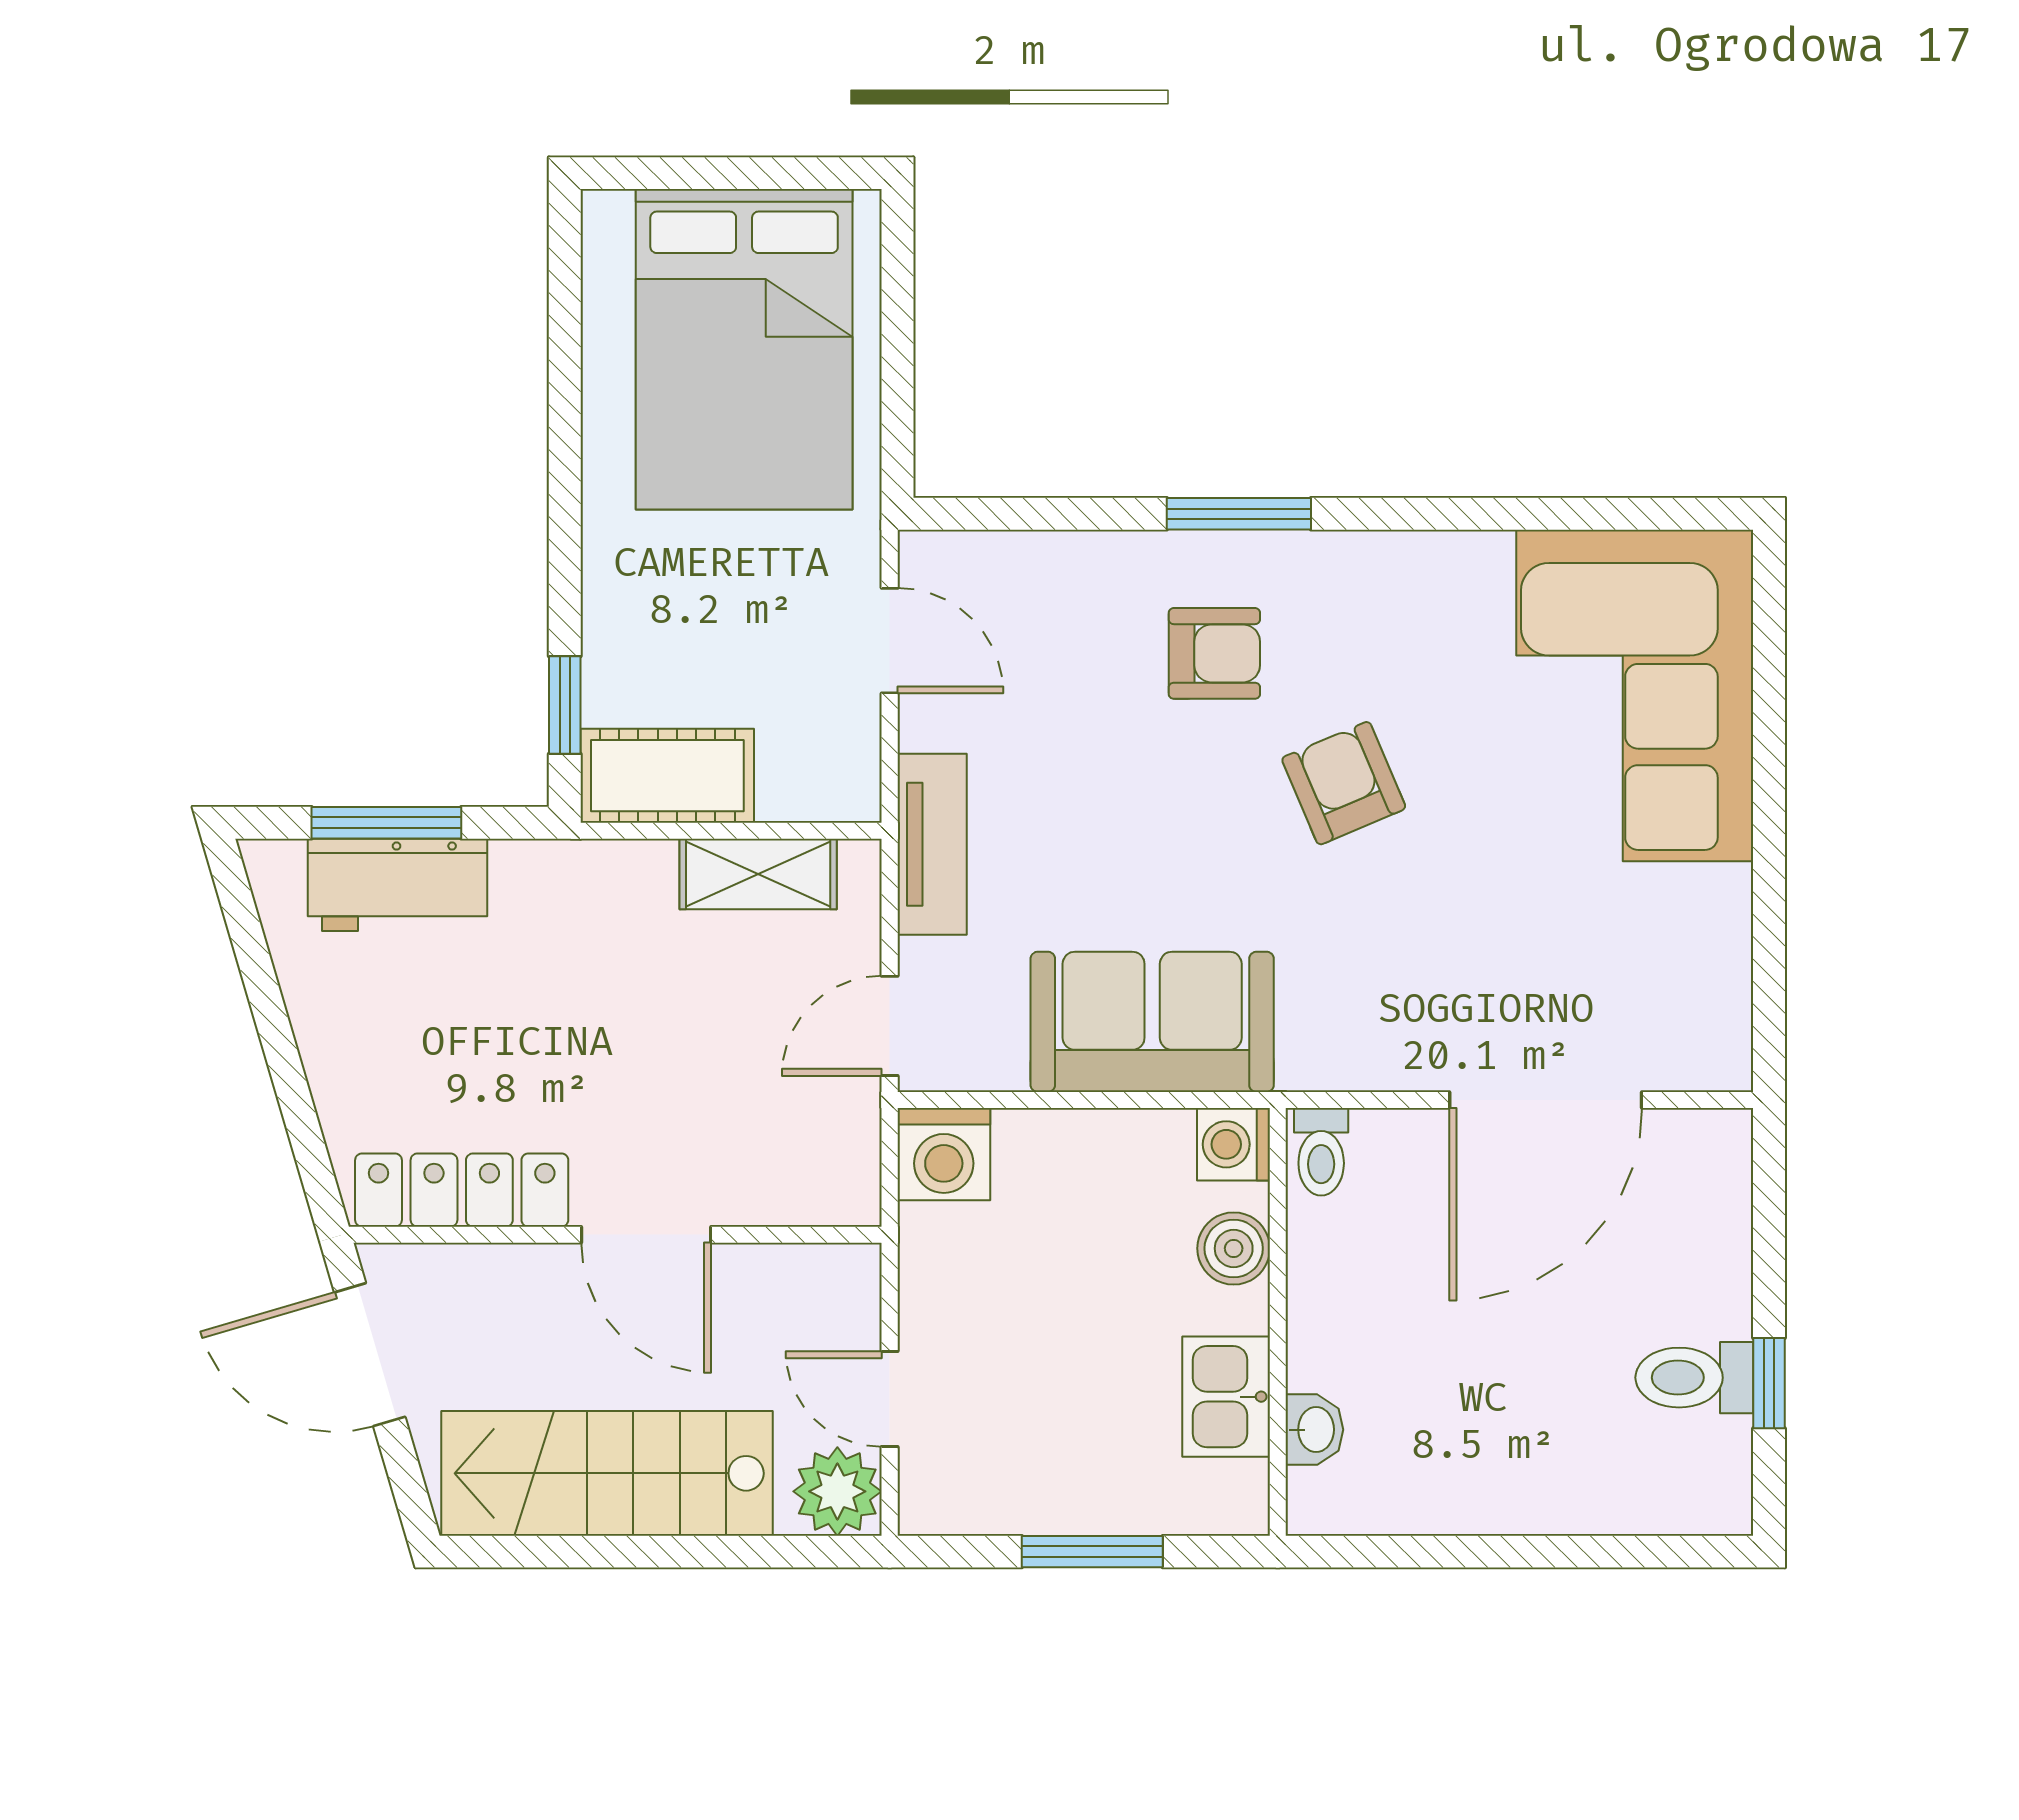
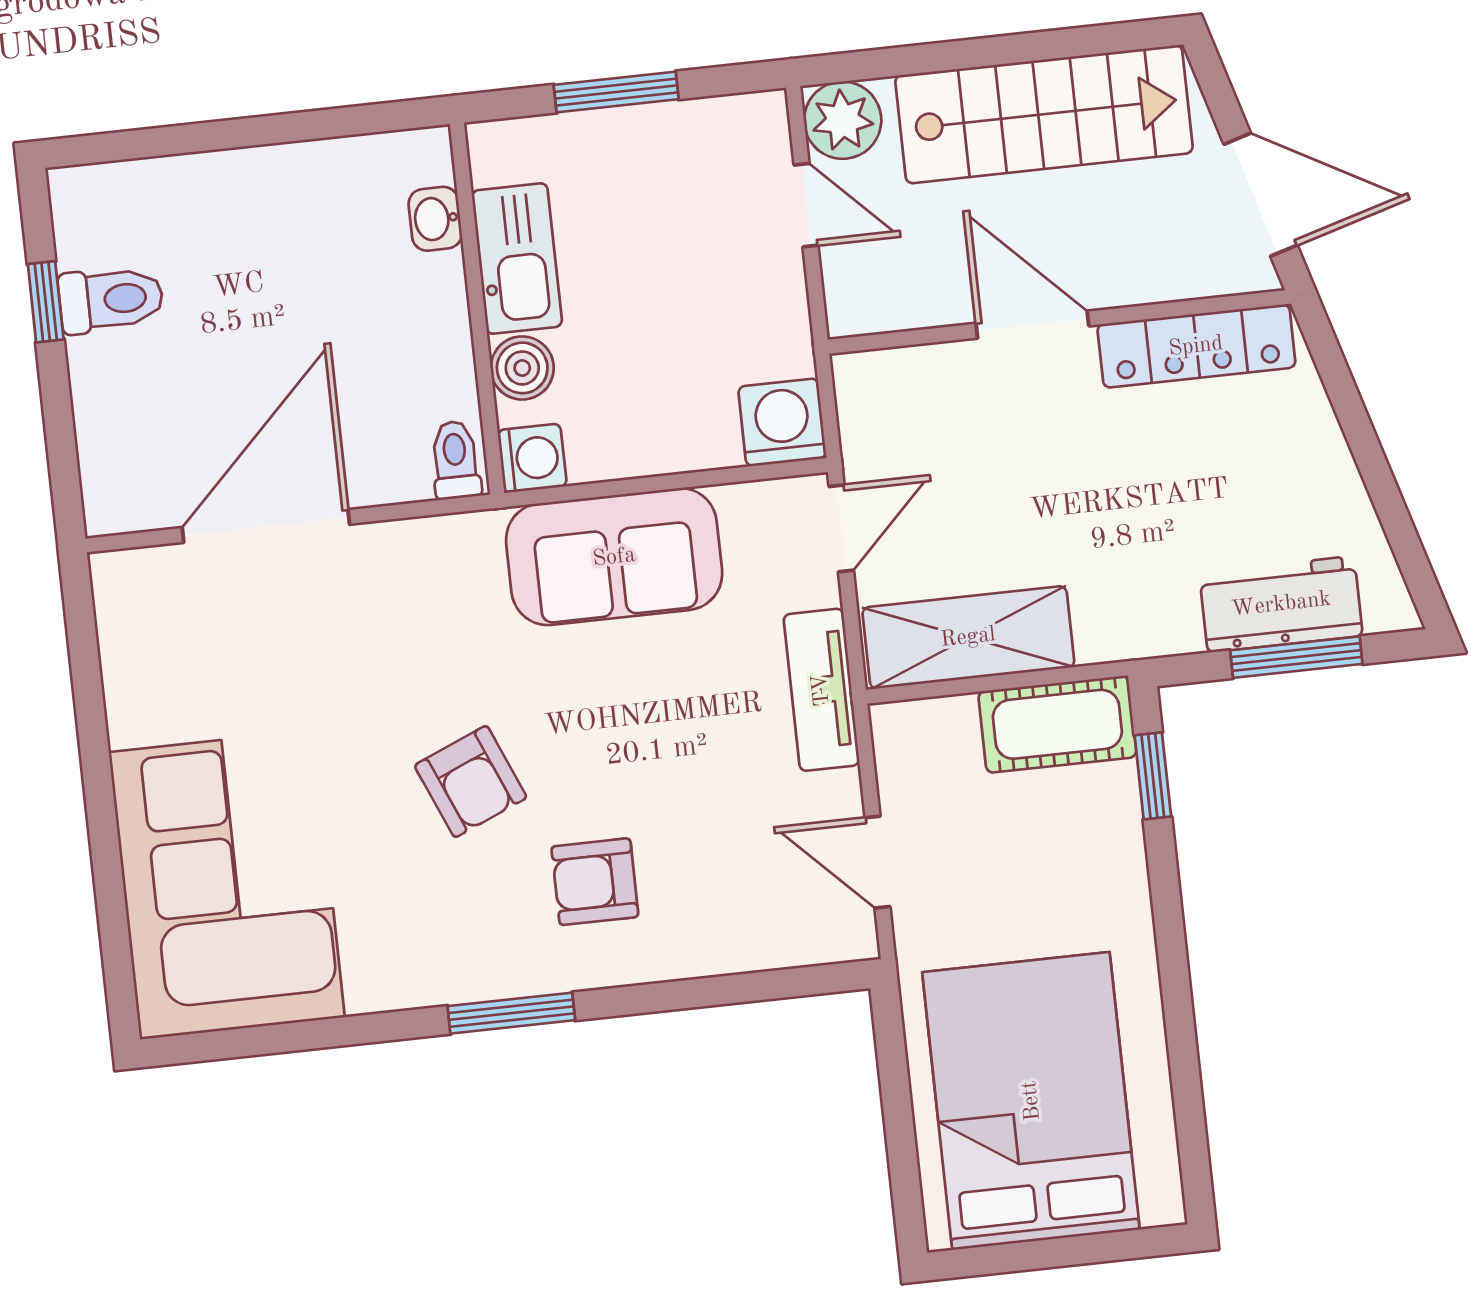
window: (1239, 514) -> (511, 1013), moved
shelving: (758, 874) -> (968, 637), width x1.50, depth x1.33
kitchen sink: (1226, 1397) -> (517, 259), width x1.38

